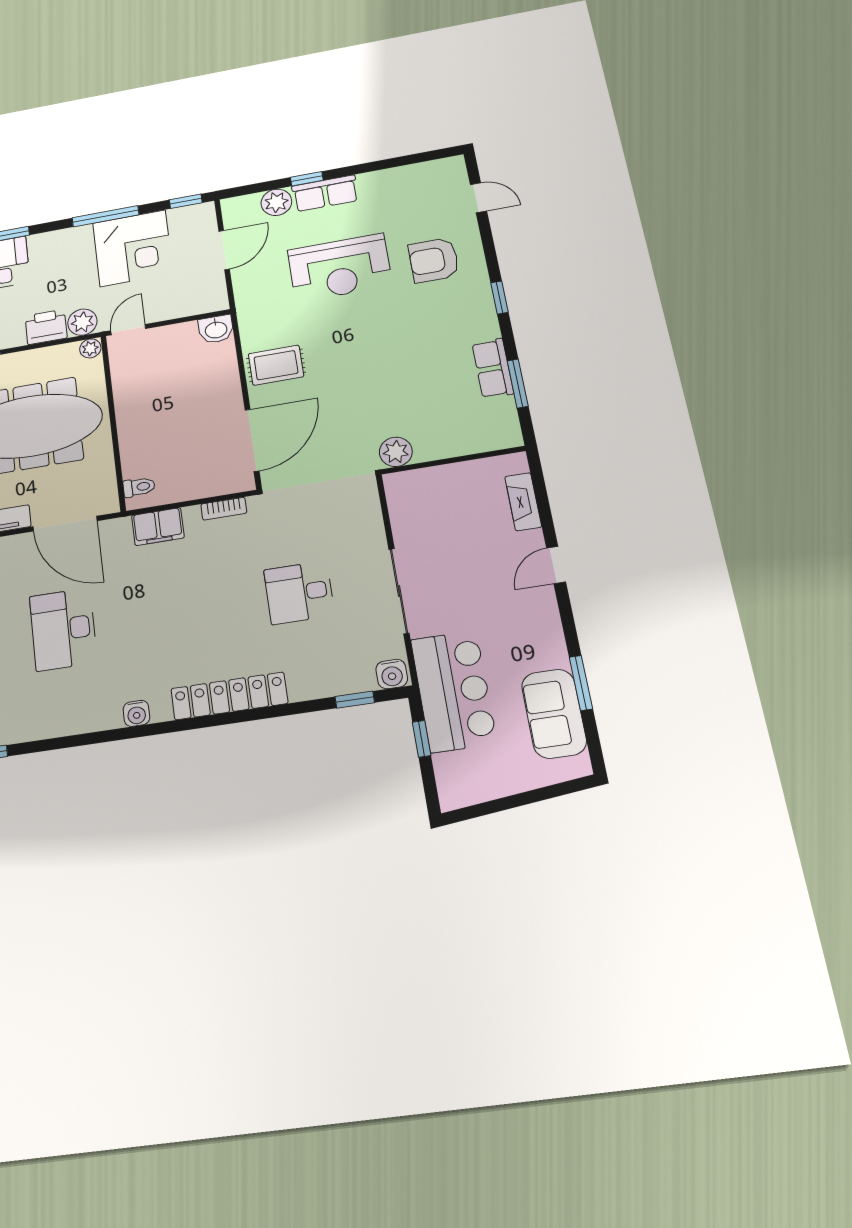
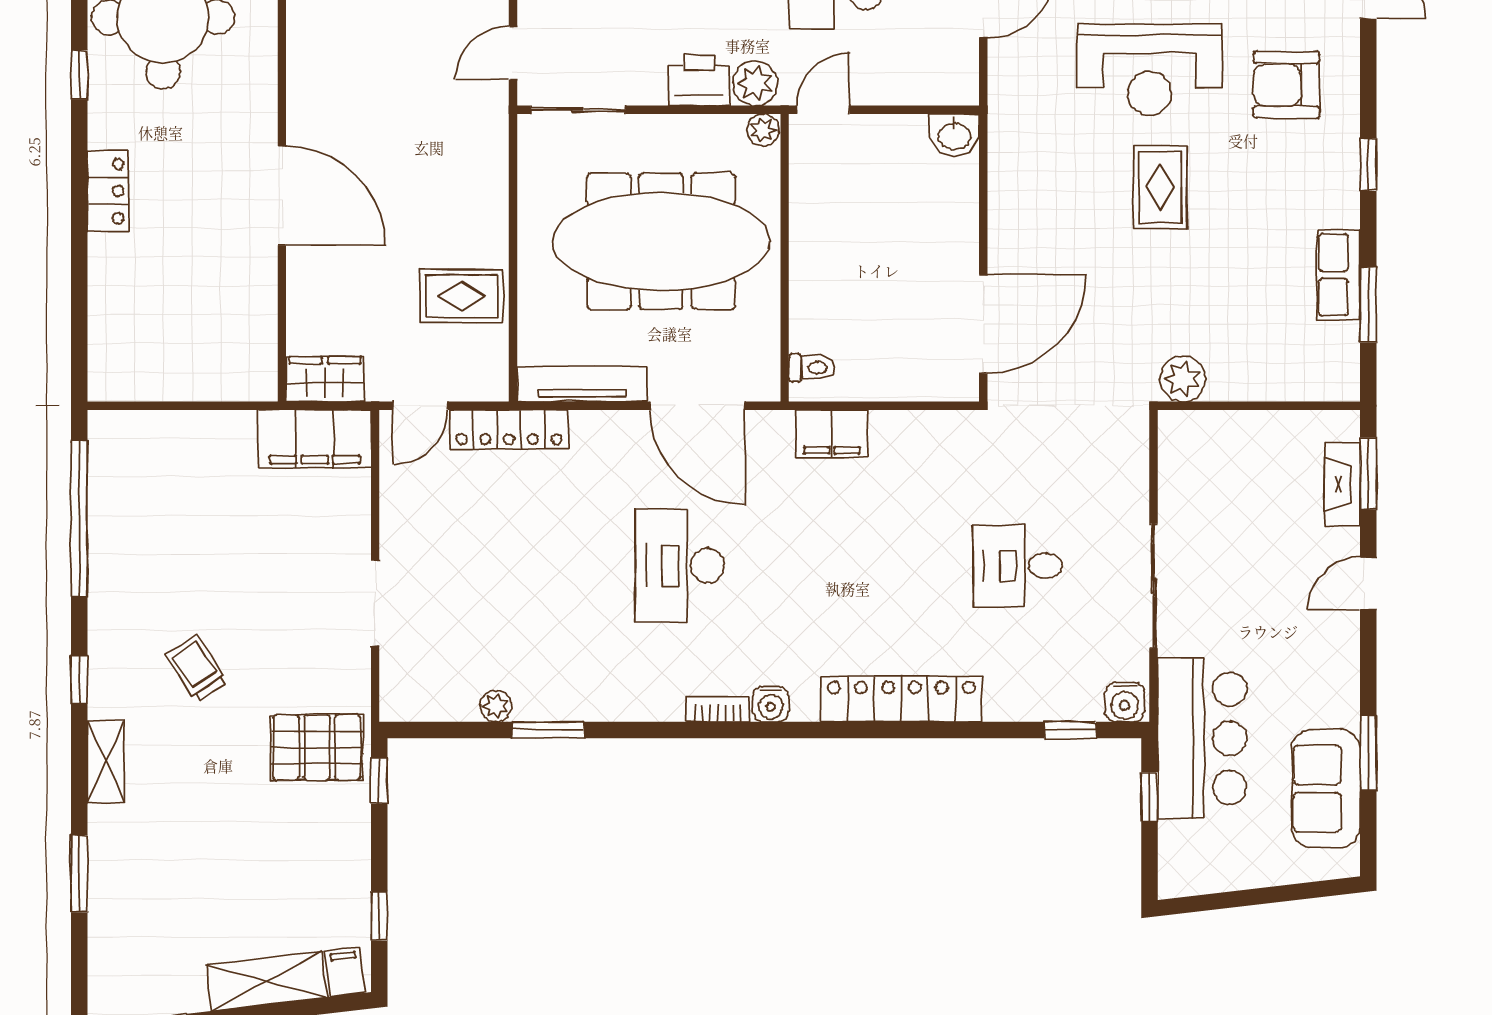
rug: (276, 365) -> (1160, 187), moved, turned 90
window: (540, 492) -> (1368, 474), added
bookcase: (224, 509) -> (718, 709), moved, turned 180

